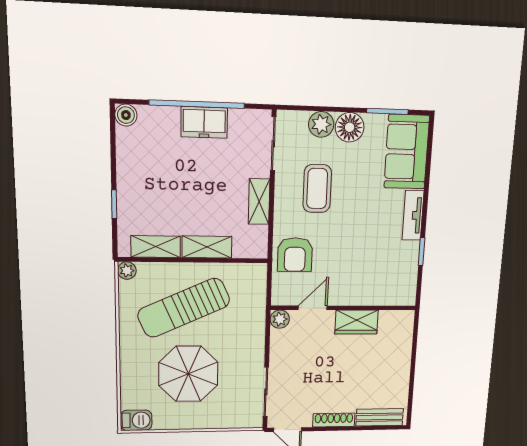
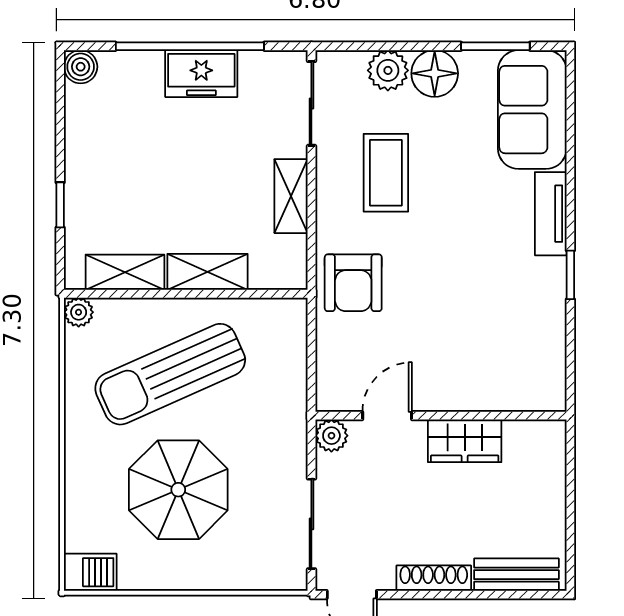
door: (313, 308) -> (387, 416), moved
wall: (344, 308) -> (441, 416), moved
plant: (280, 319) -> (331, 436), moved
wardrobe: (357, 322) -> (465, 441), moved

